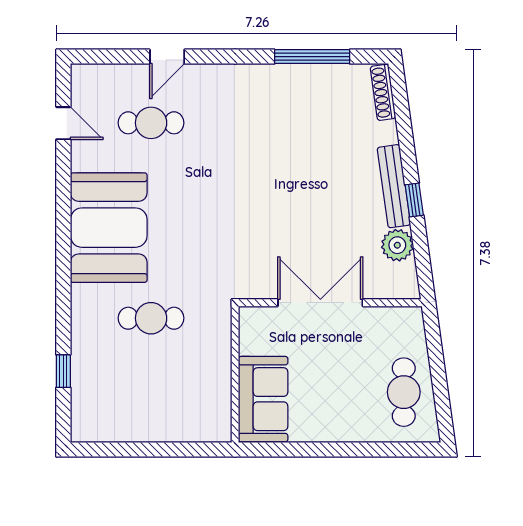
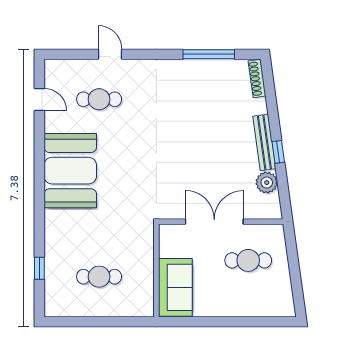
door: (167, 57) -> (110, 54), swing flipped
cafe table: (151, 318) -> (99, 277), moved
cafe table: (404, 392) -> (248, 260), moved, turned 90

